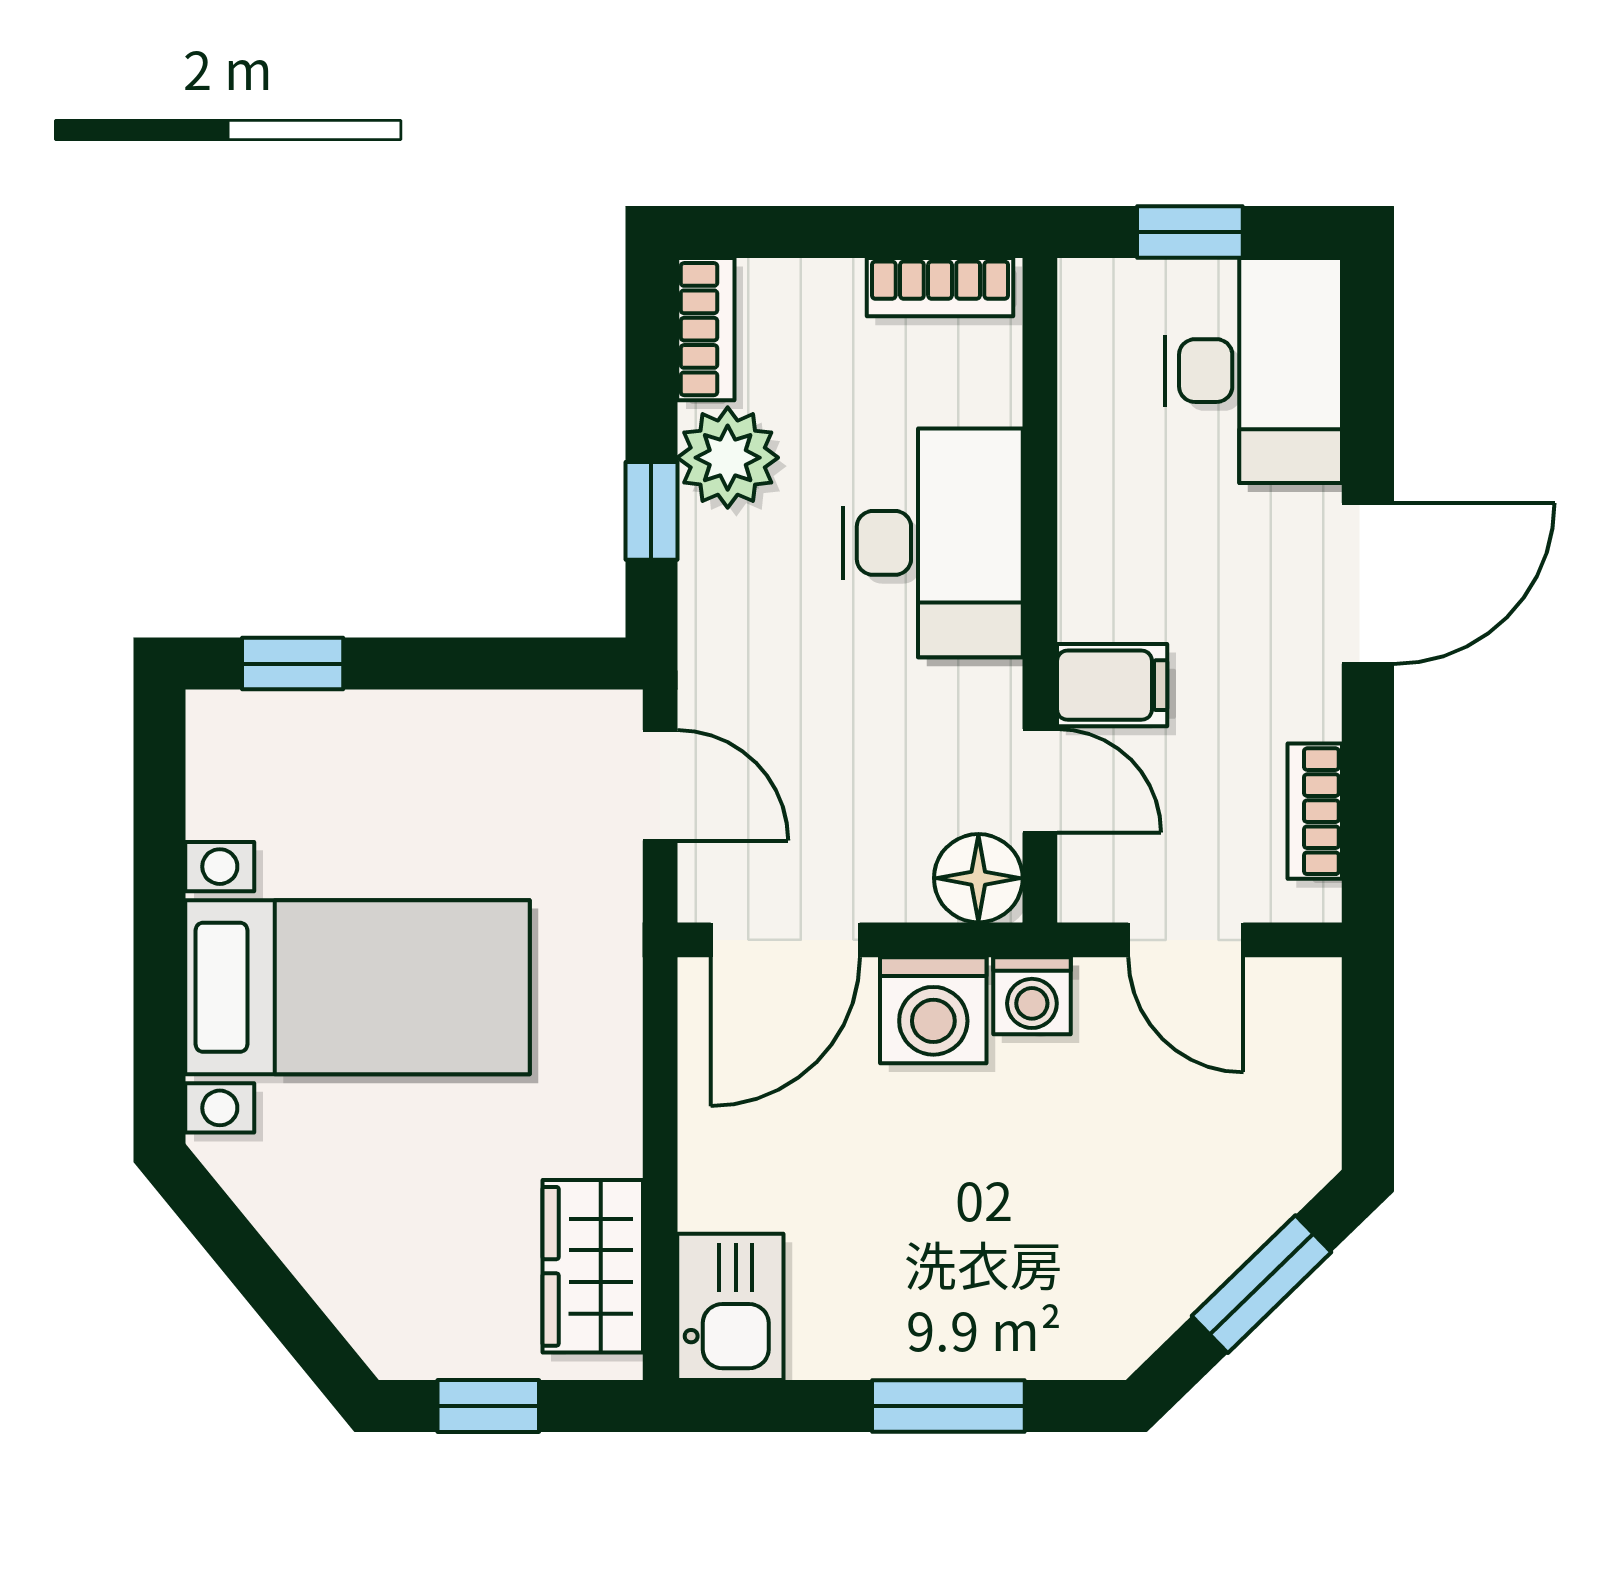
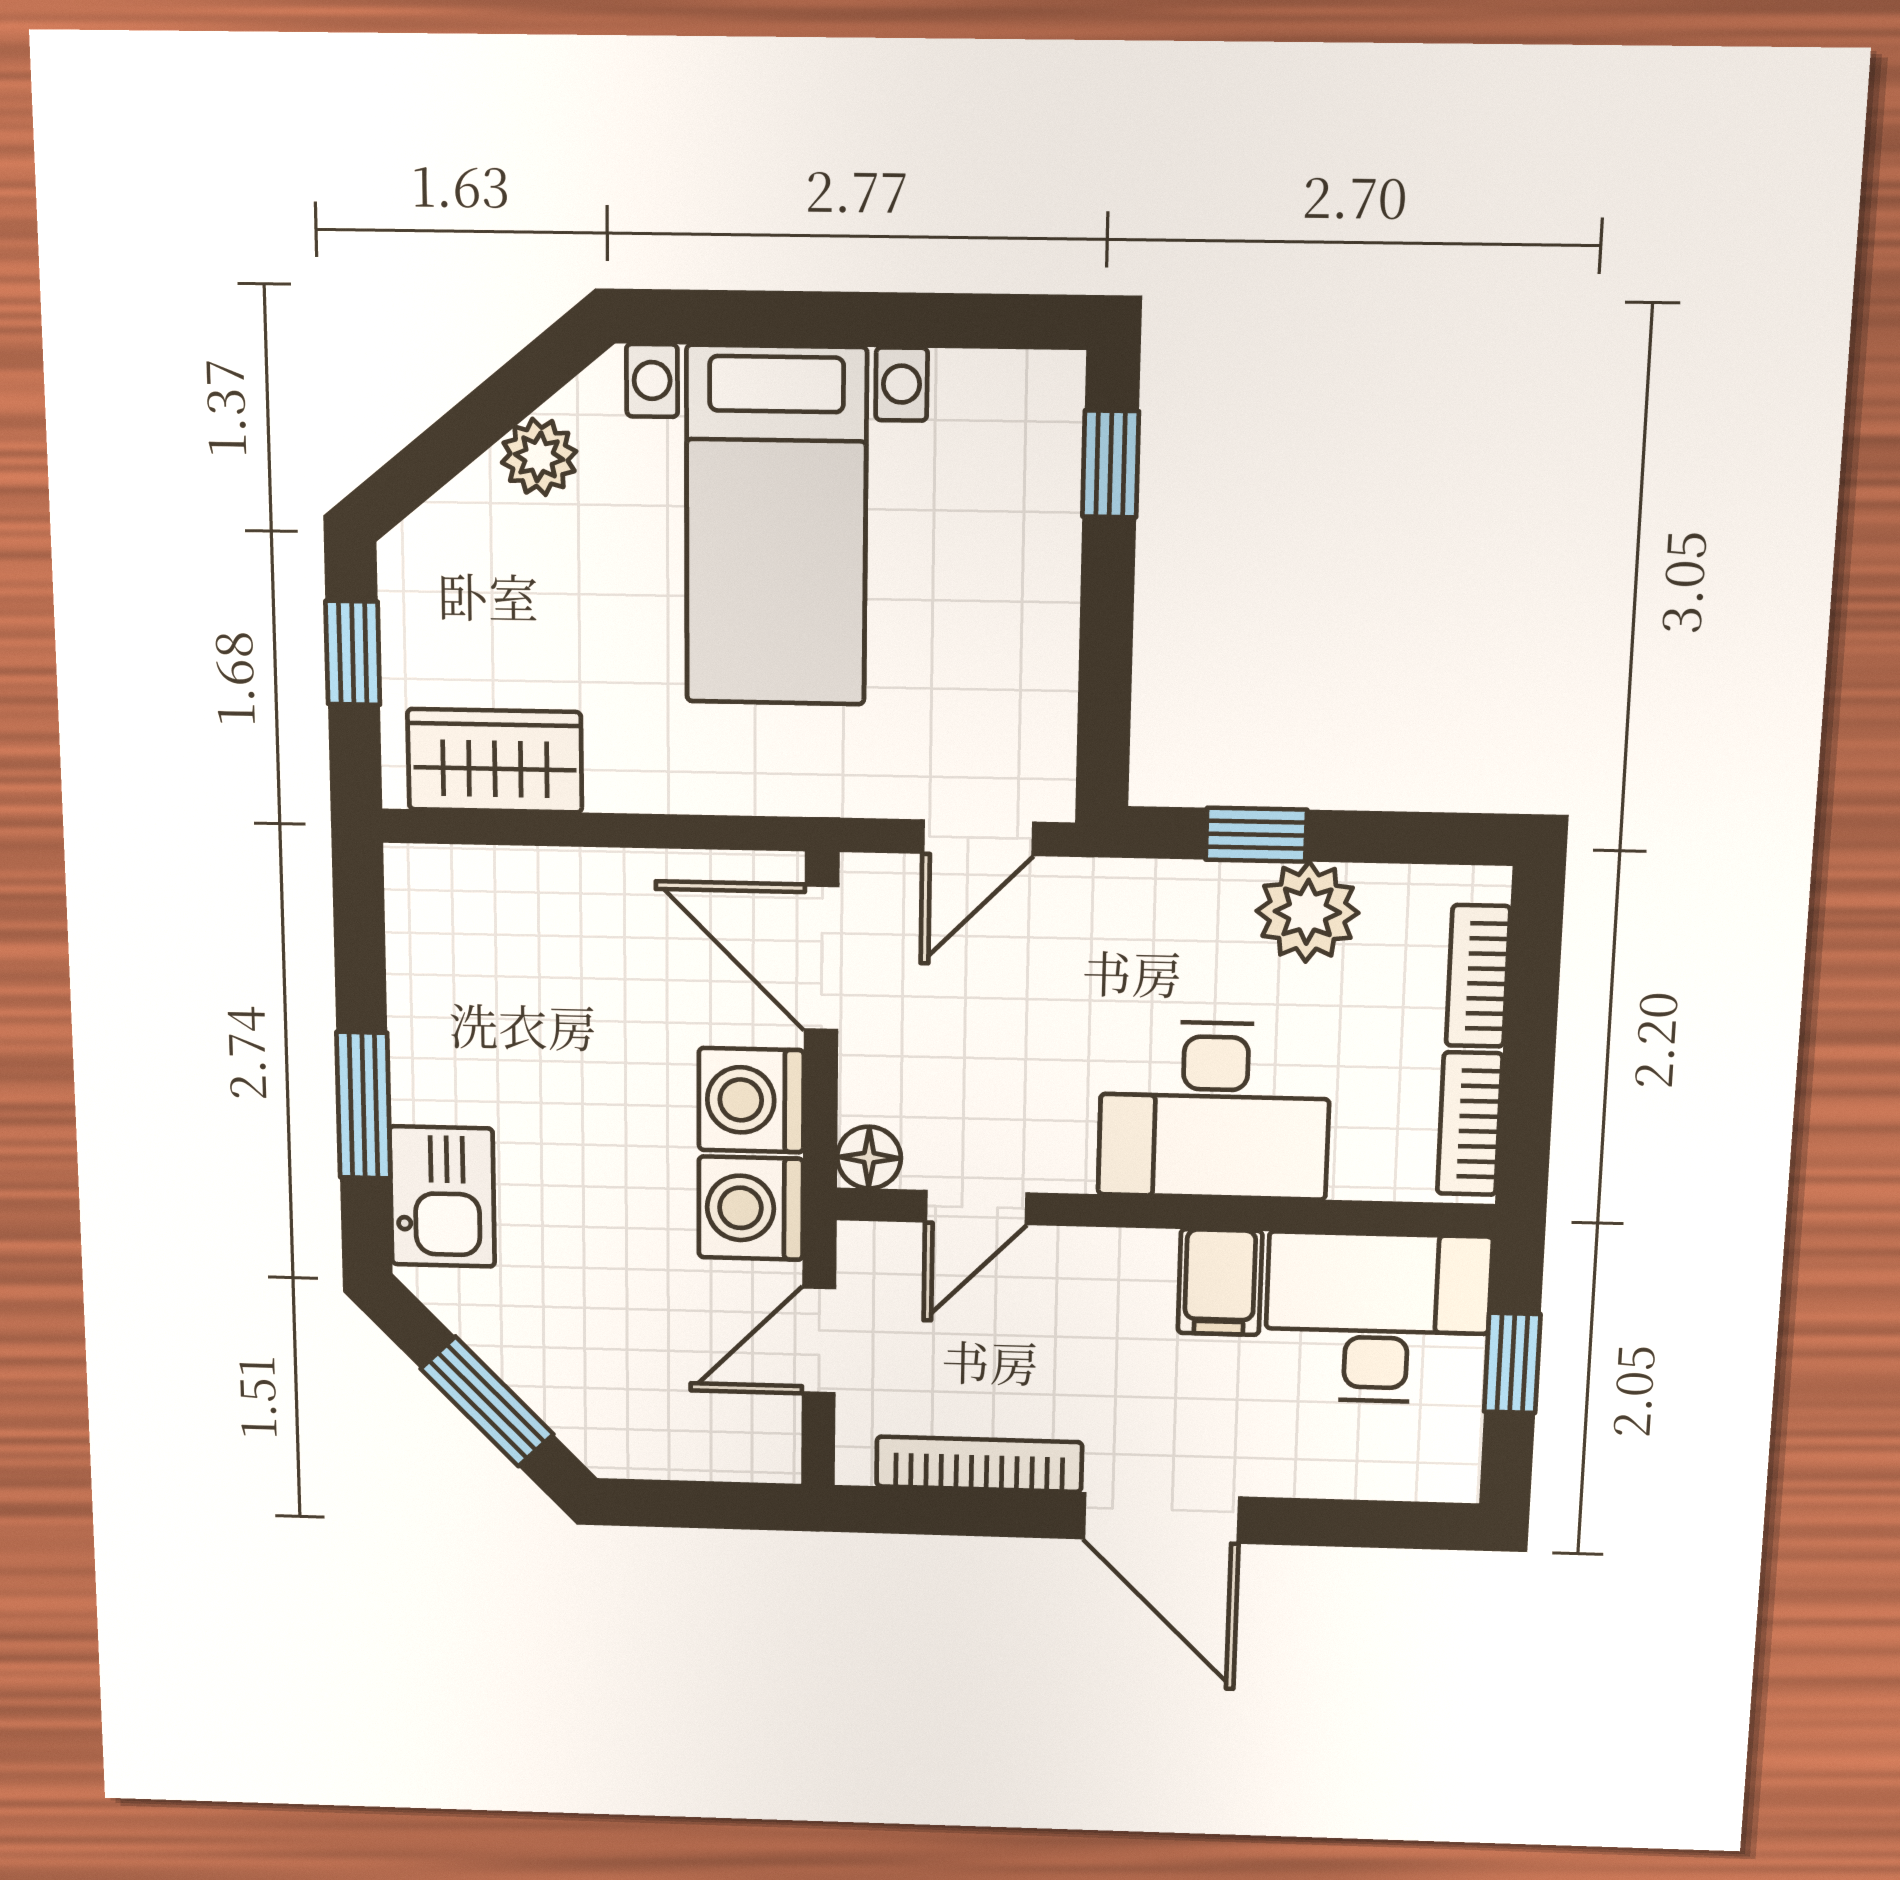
bookcase: (706, 329) -> (1478, 976), moved, turned 90
desk: (1253, 371) -> (1377, 1318), moved, turned 180
filing cabinet: (1112, 685) -> (1220, 1282), moved
bookcase: (1315, 811) -> (979, 1464), width x1.56
floor lamp: (978, 878) -> (869, 1158), width x0.73, depth x0.73
washing machine: (1032, 996) -> (751, 1208), width x1.38, depth x1.38
plant: (294, 1219) -> (539, 457), added
kitchen sink: (730, 1307) -> (442, 1197), moved, turned -90

